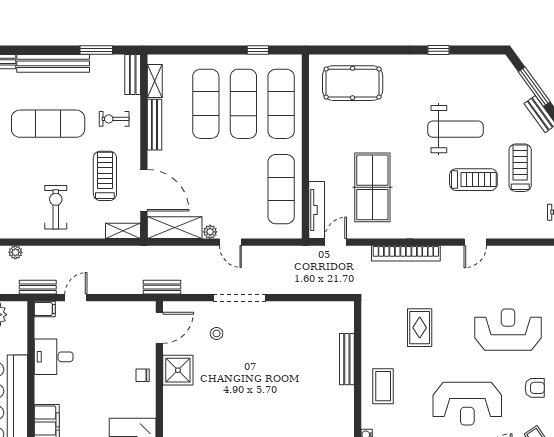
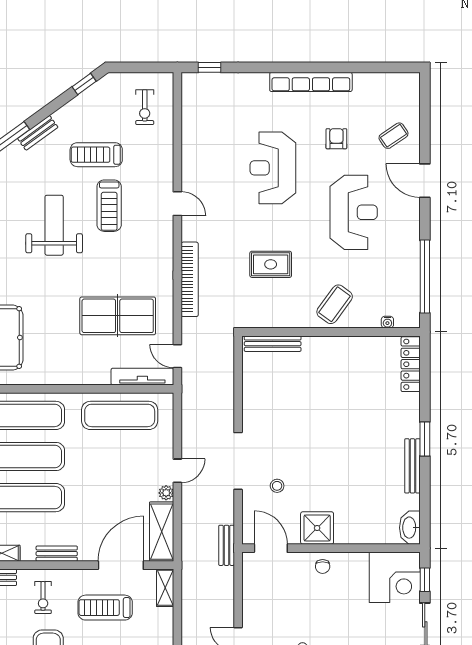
bench: (154, 125) -> (57, 554), width x0.73
treadmill: (473, 180) -> (109, 206), turned 180
bench: (347, 359) -> (273, 344), moved
coffee table: (383, 386) -> (335, 304), turned -54

